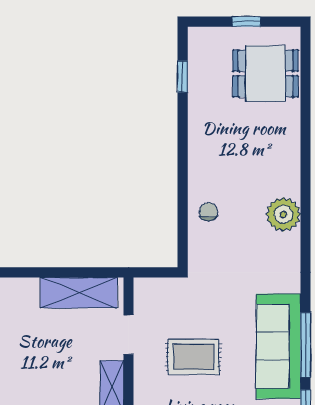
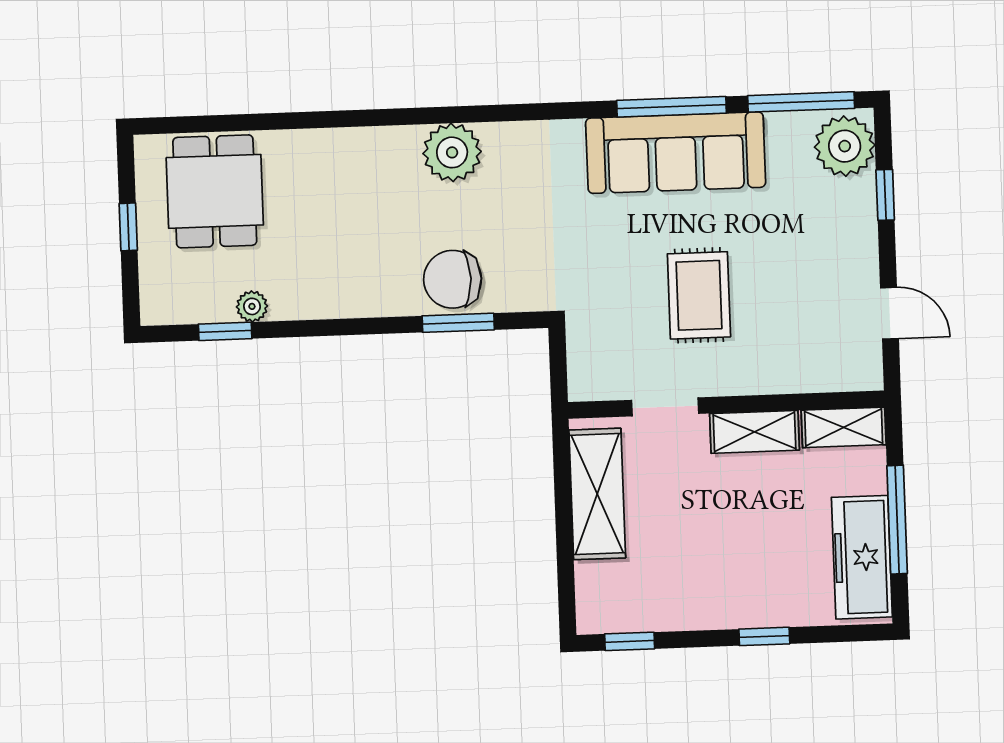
plant: (197, 93) -> (252, 306), added
chair: (208, 212) -> (453, 279), width x1.87, depth x1.87
window: (183, 214) -> (458, 323), added

